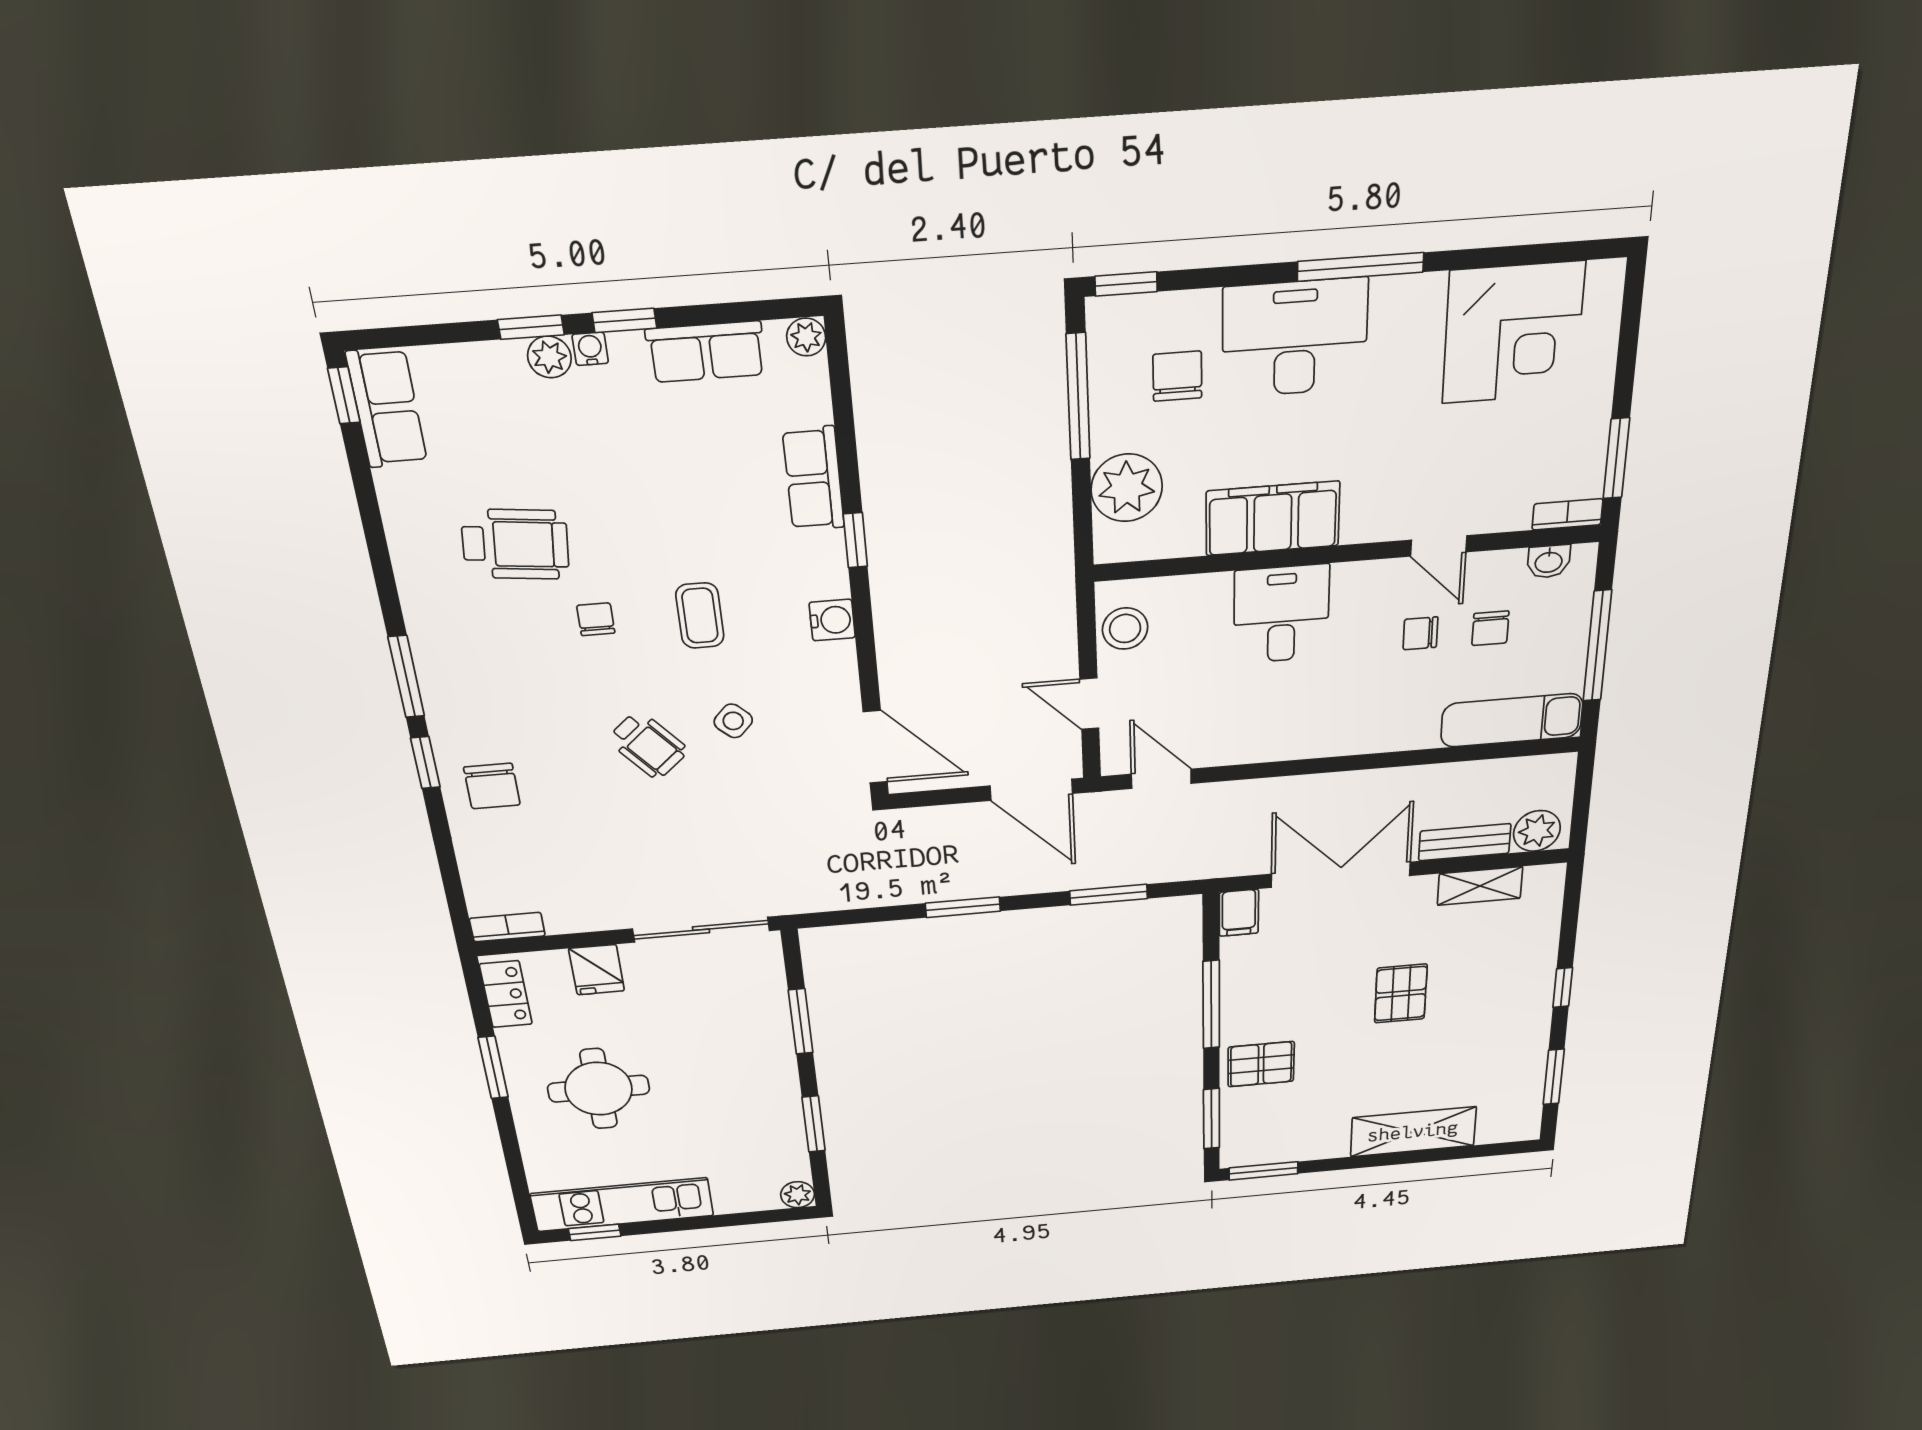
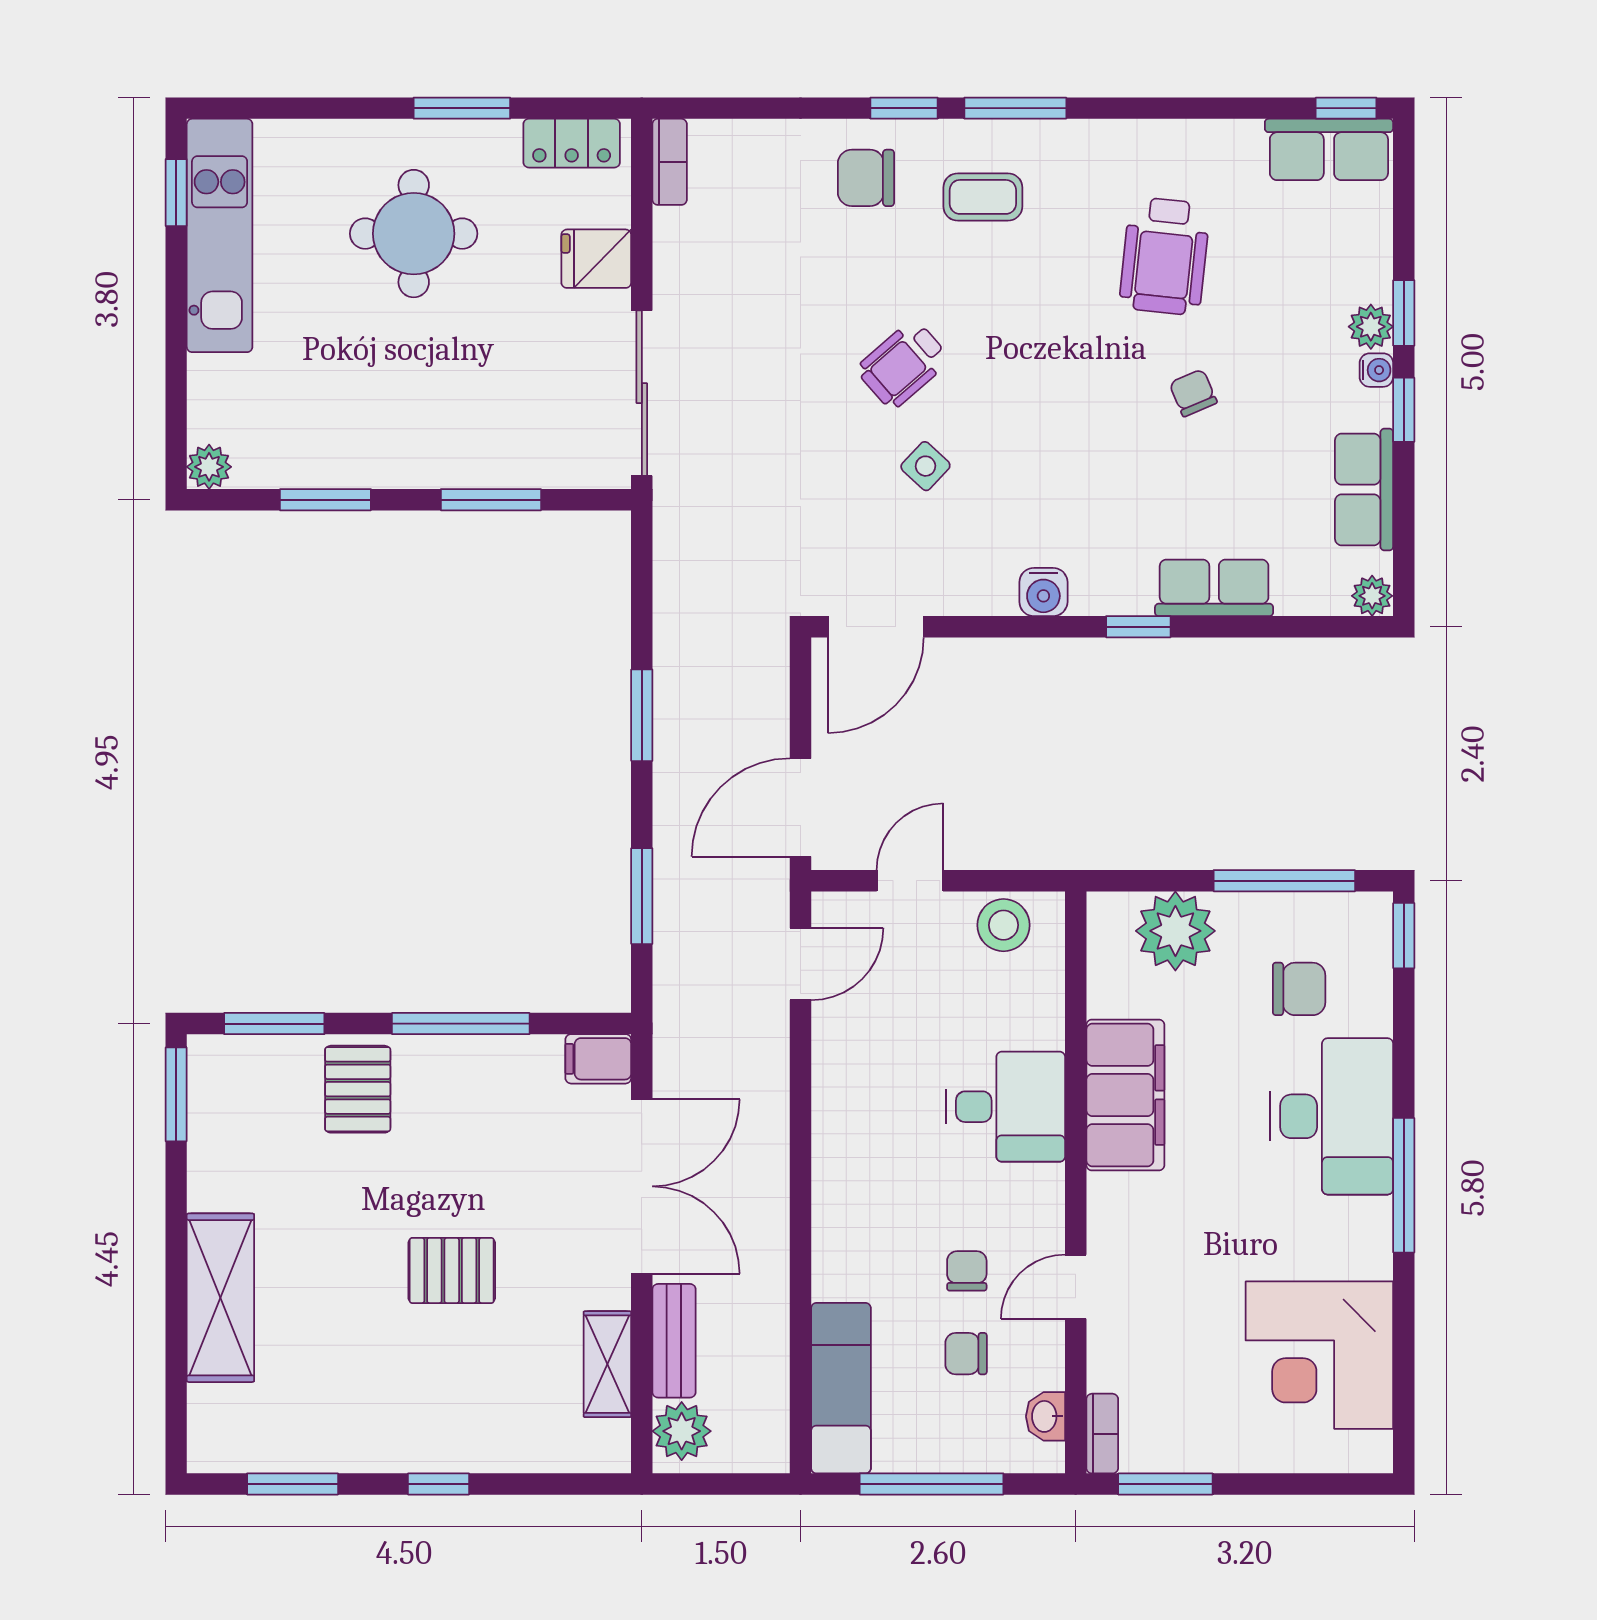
coffee table: (700, 616) -> (983, 197), moved
chair: (596, 619) -> (1193, 393), moved, turned -113

